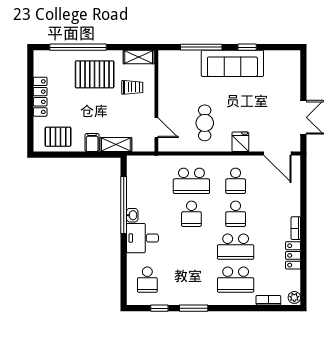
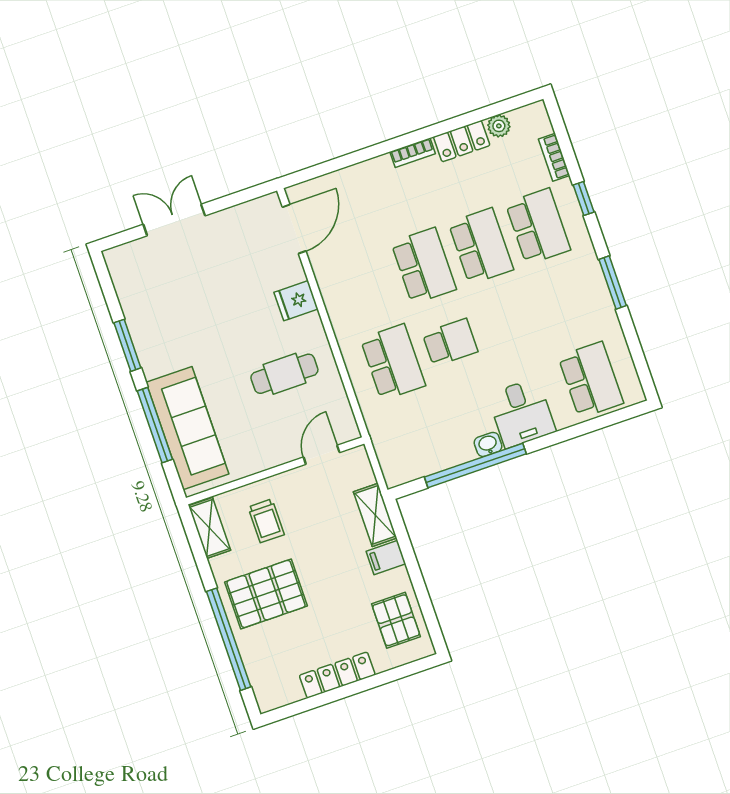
window: (247, 47) -> (127, 345), width x1.50
sofa: (232, 63) -> (187, 428), moved
pallet: (95, 74) -> (266, 594), turned 90
trolley: (132, 87) -> (266, 521), turned 180
double door: (303, 117) -> (174, 220), moved
school desk: (236, 181) -> (366, 286), removed
school desk: (236, 214) -> (424, 266), width x1.85
school desk: (147, 280) -> (591, 380), width x1.85
plant: (294, 297) -> (499, 126), moved
window: (159, 308) -> (584, 198), moved

